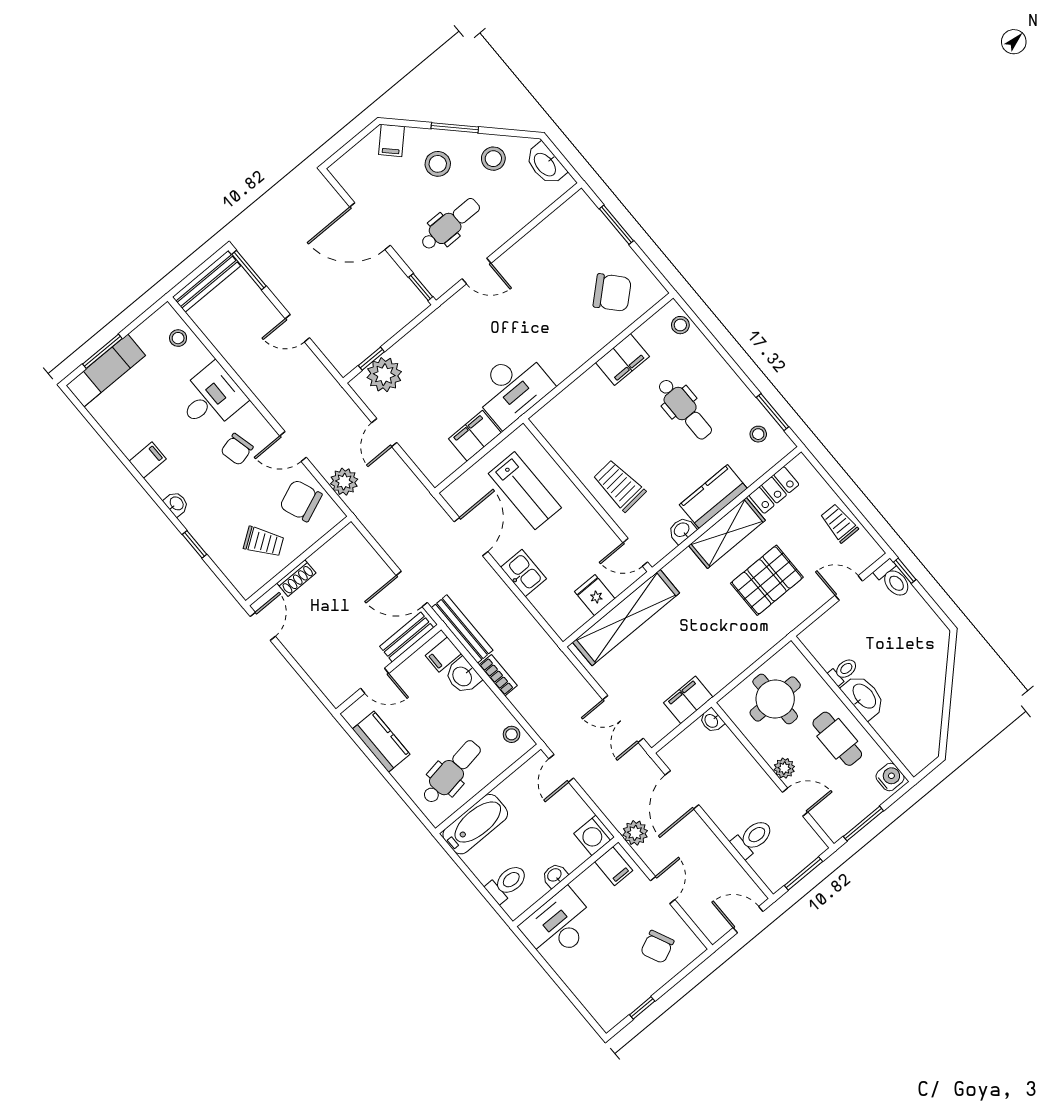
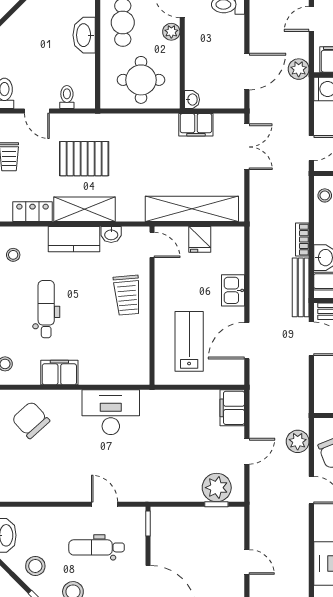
desk: (512, 388) -> (111, 412), moved
filing cabinet: (475, 436) -> (232, 408), moved, turned 90
toilet: (843, 671) -> (67, 97), moved, turned 90

